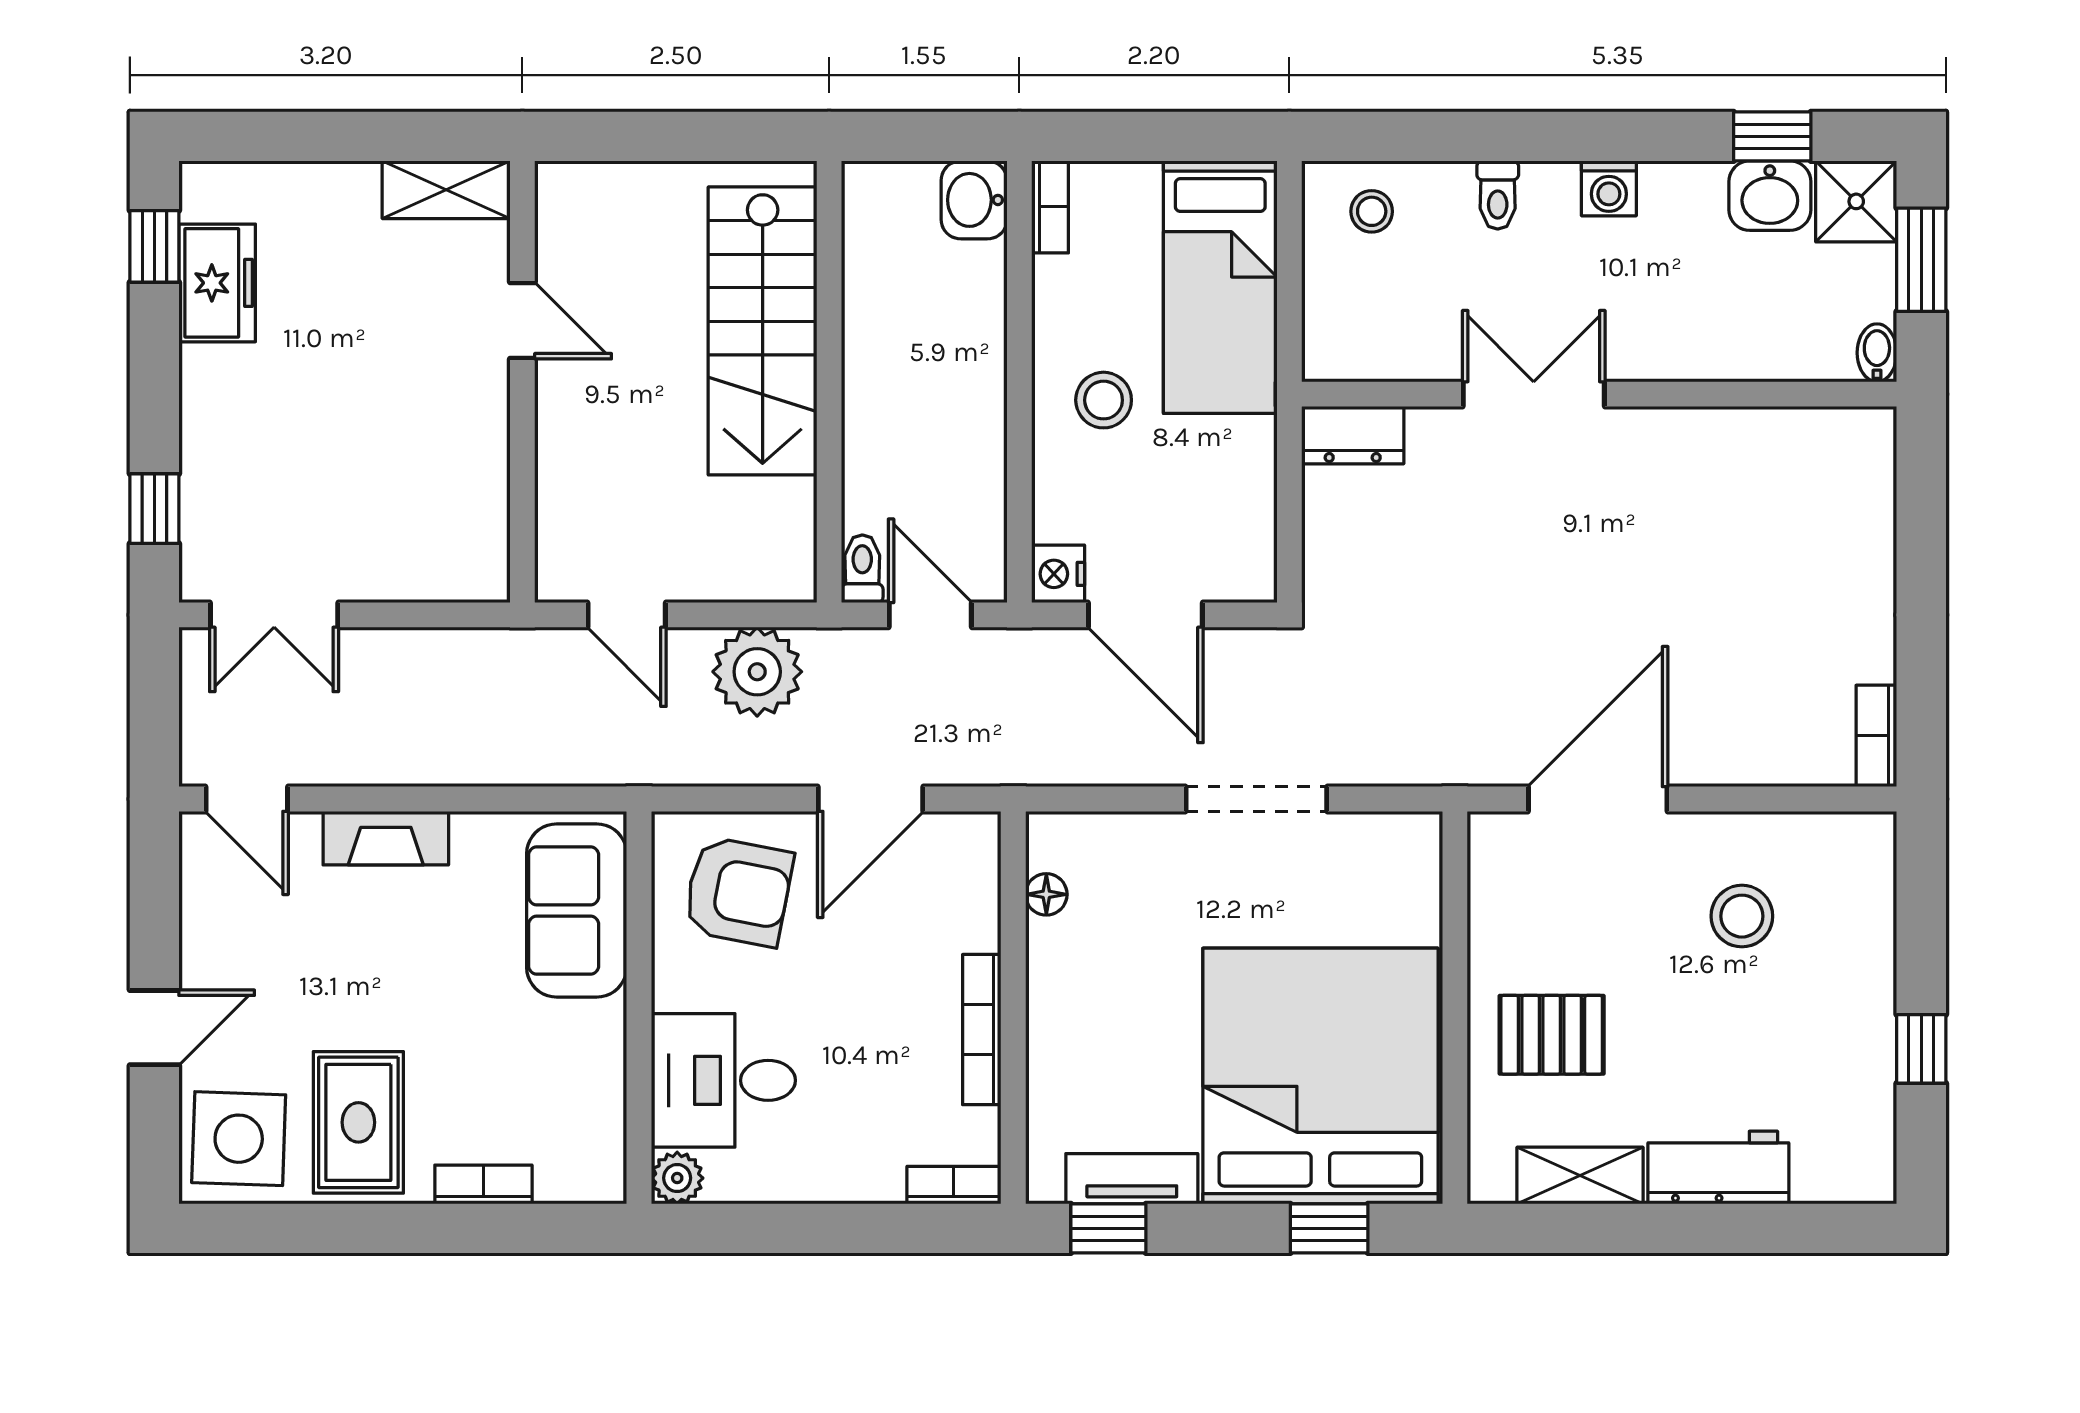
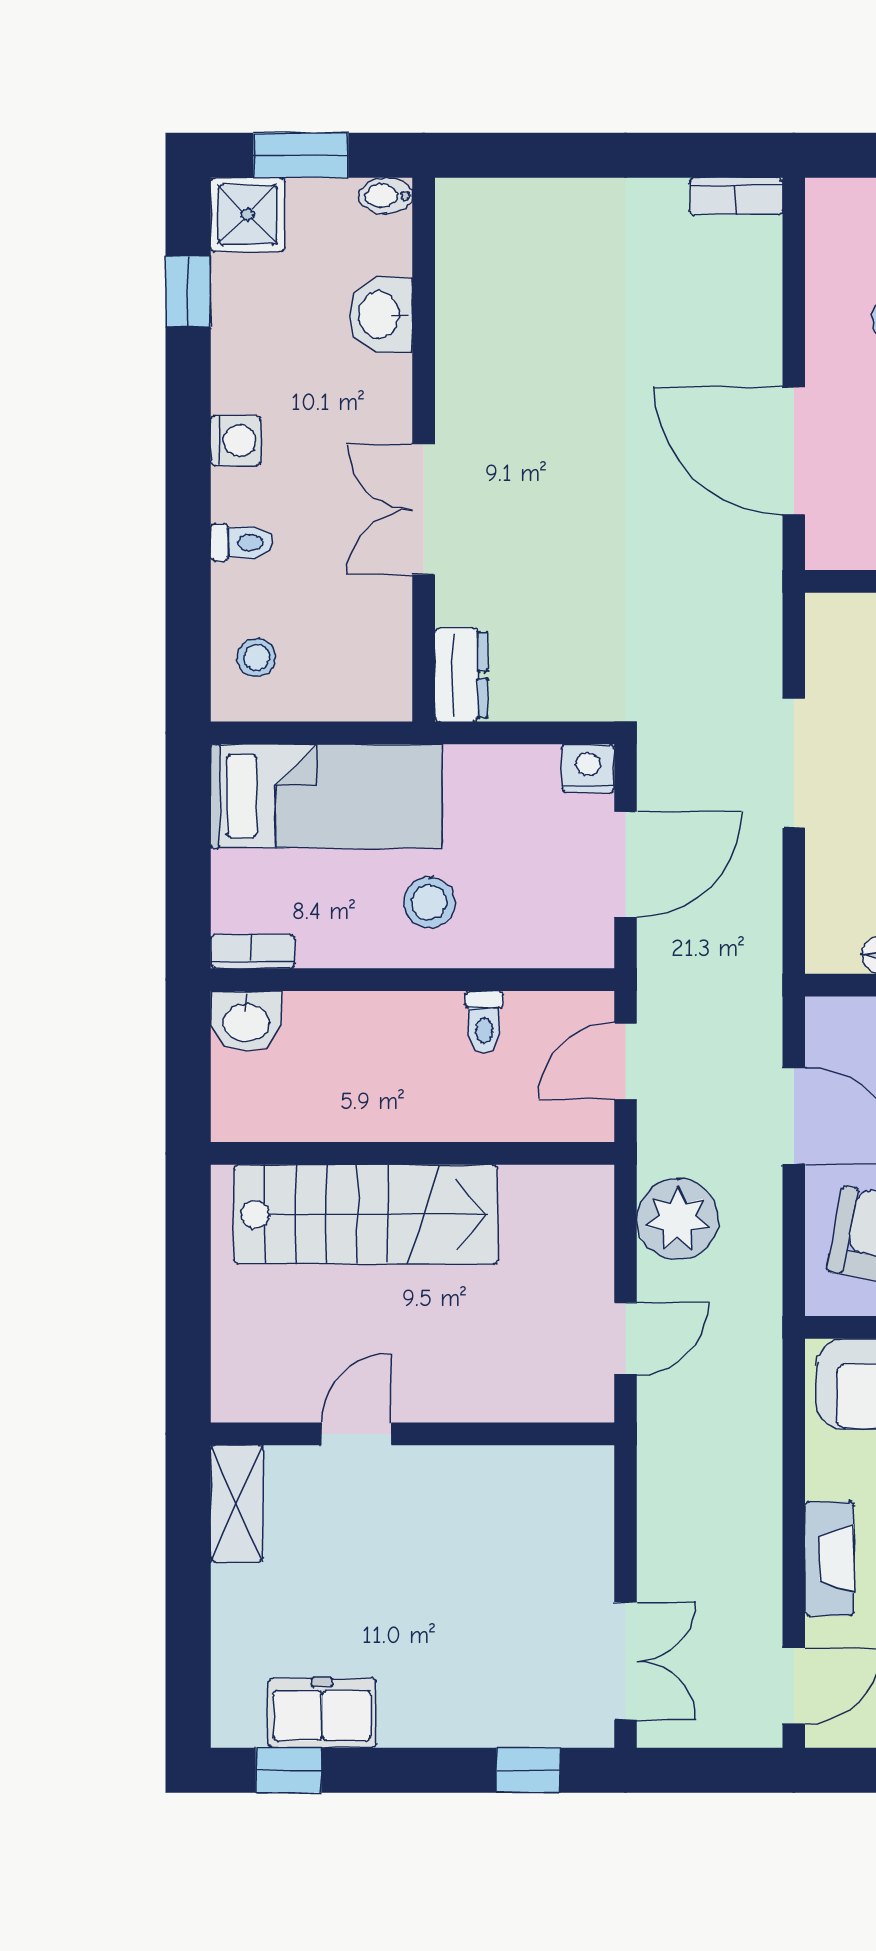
washbasin: (1770, 196) -> (381, 315), moved, turned 180
toilet: (862, 569) -> (484, 1022), moved, turned -90
nightstand: (1058, 574) -> (588, 768), moved, turned 180

